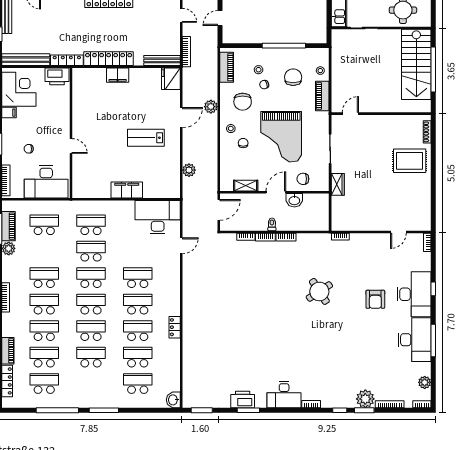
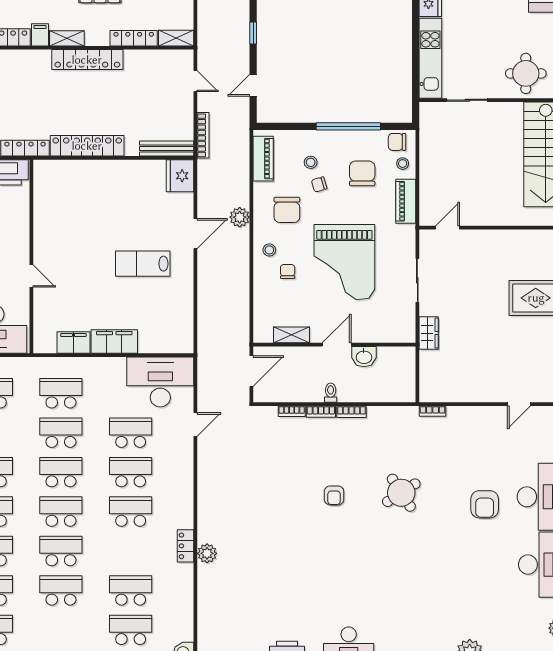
filing cabinet: (118, 75) -> (73, 343), moved, turned 180
plant: (189, 170) -> (207, 553), moved
chair: (303, 179) -> (397, 142), moved
armchair: (274, 293) -> (334, 495), added
school desk: (138, 331) -> (131, 433), moved

